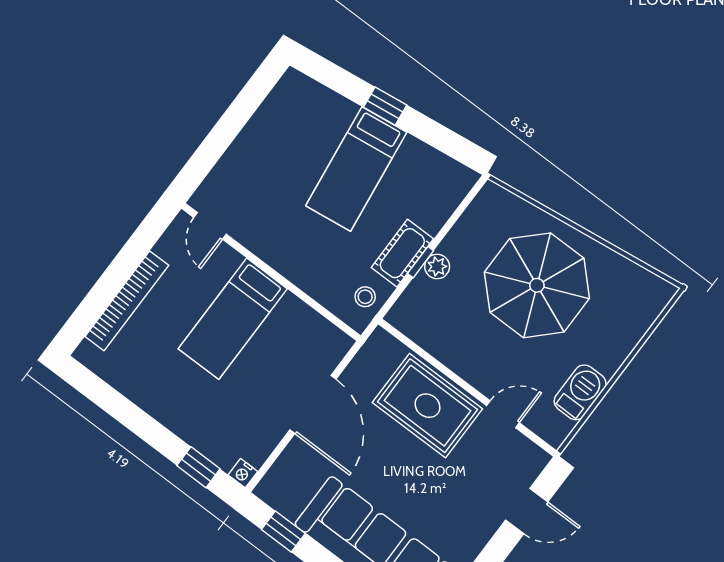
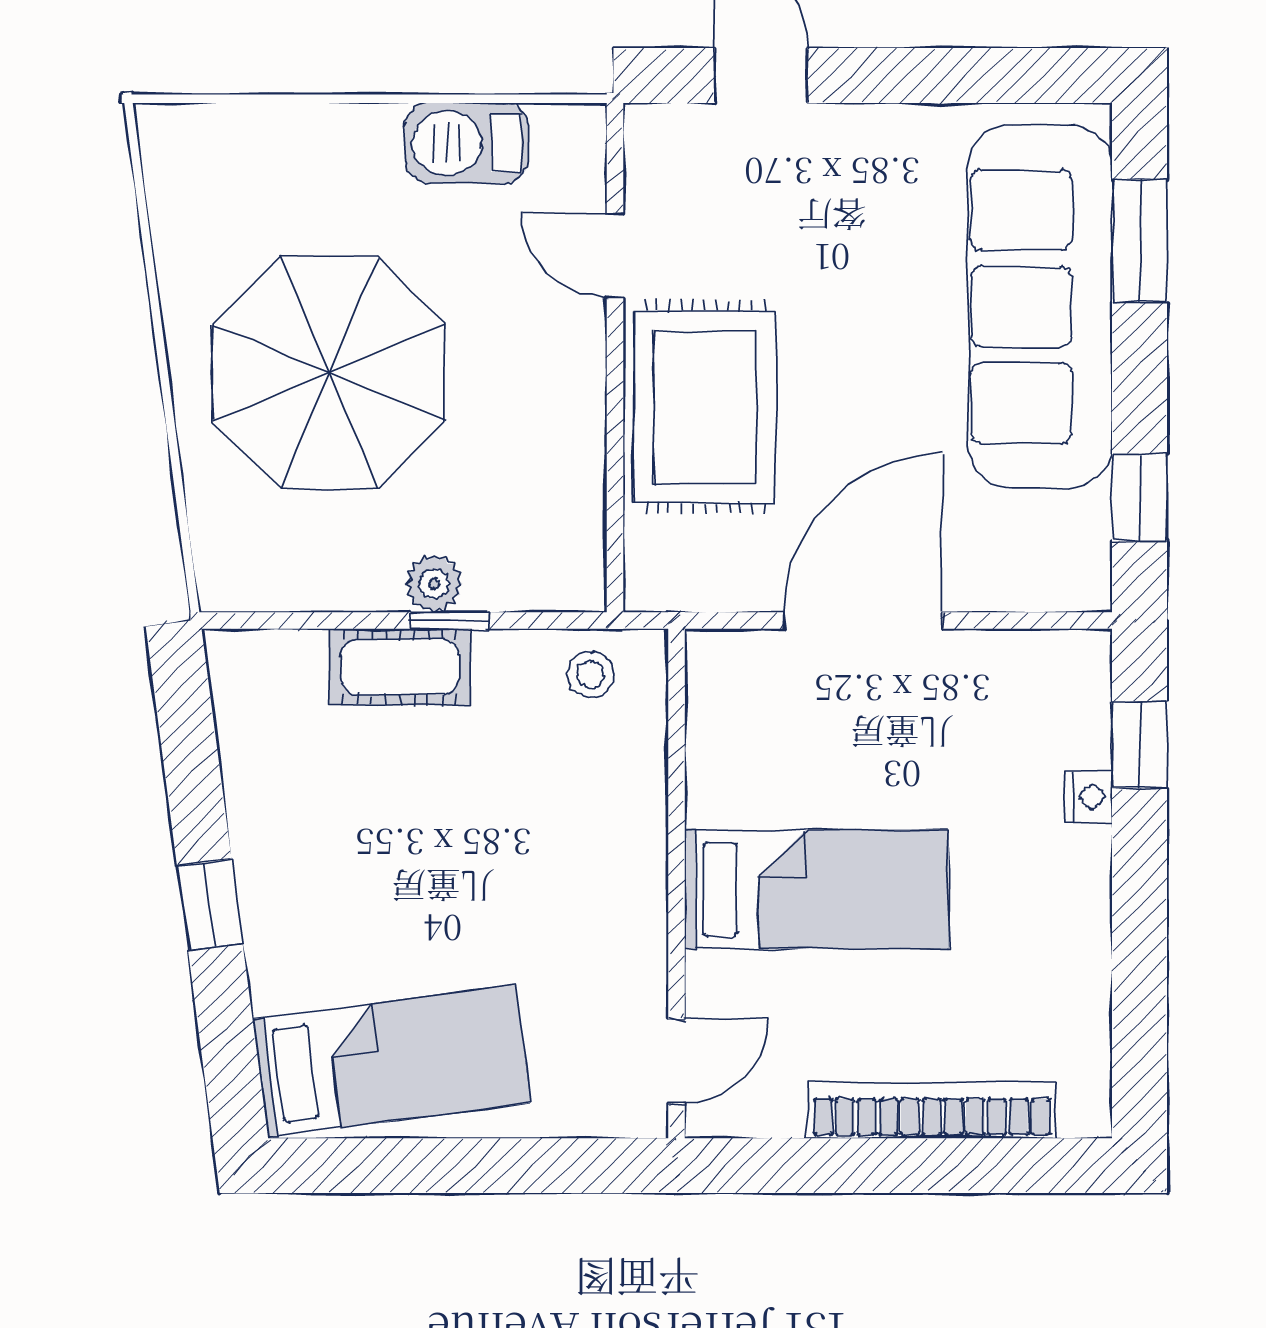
bed: (356, 169) -> (391, 1061), moved
cot: (402, 253) -> (400, 667), moved
nightstand: (243, 473) -> (1088, 797), moved

